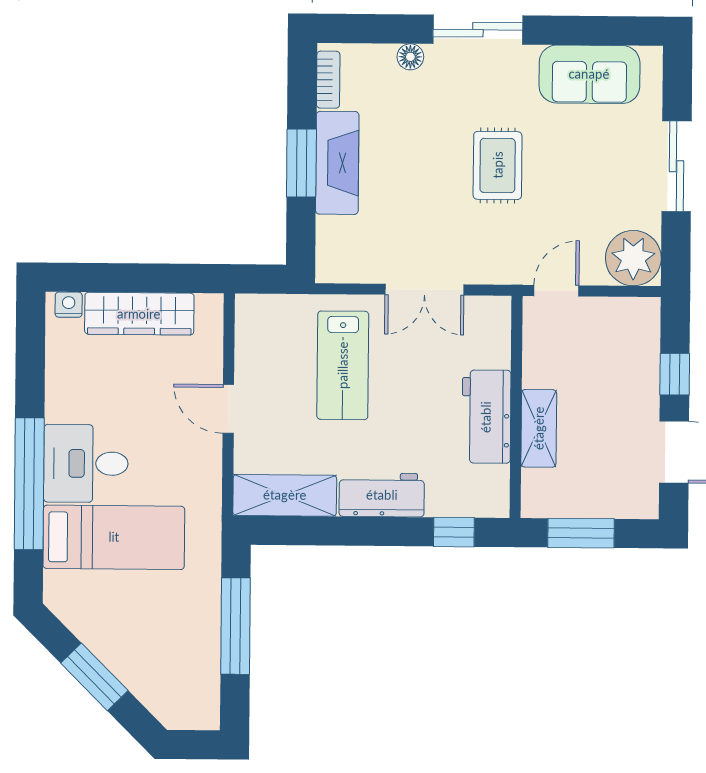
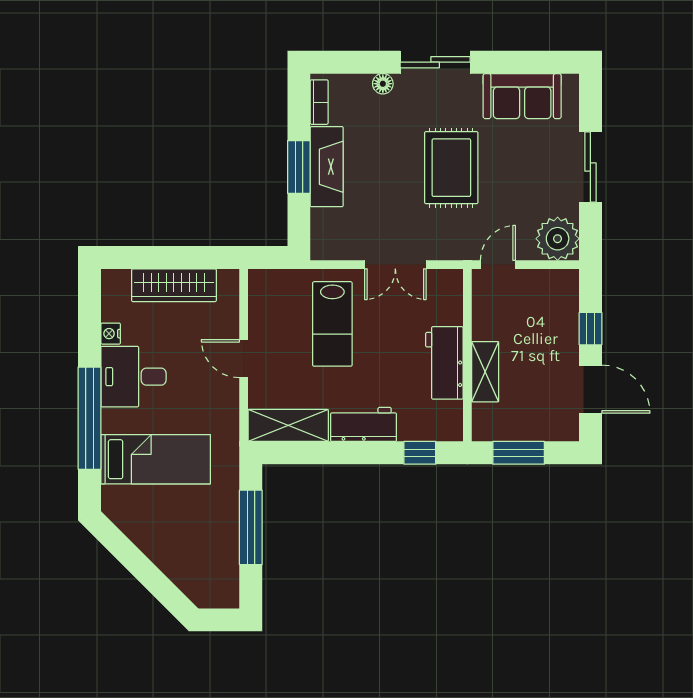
rug: (498, 165) -> (451, 168), width x1.36, depth x1.43
nightstand: (69, 305) -> (111, 334), moved, turned -90
desk: (86, 463) -> (133, 377), moved
window: (94, 677) -> (141, 568), removed

